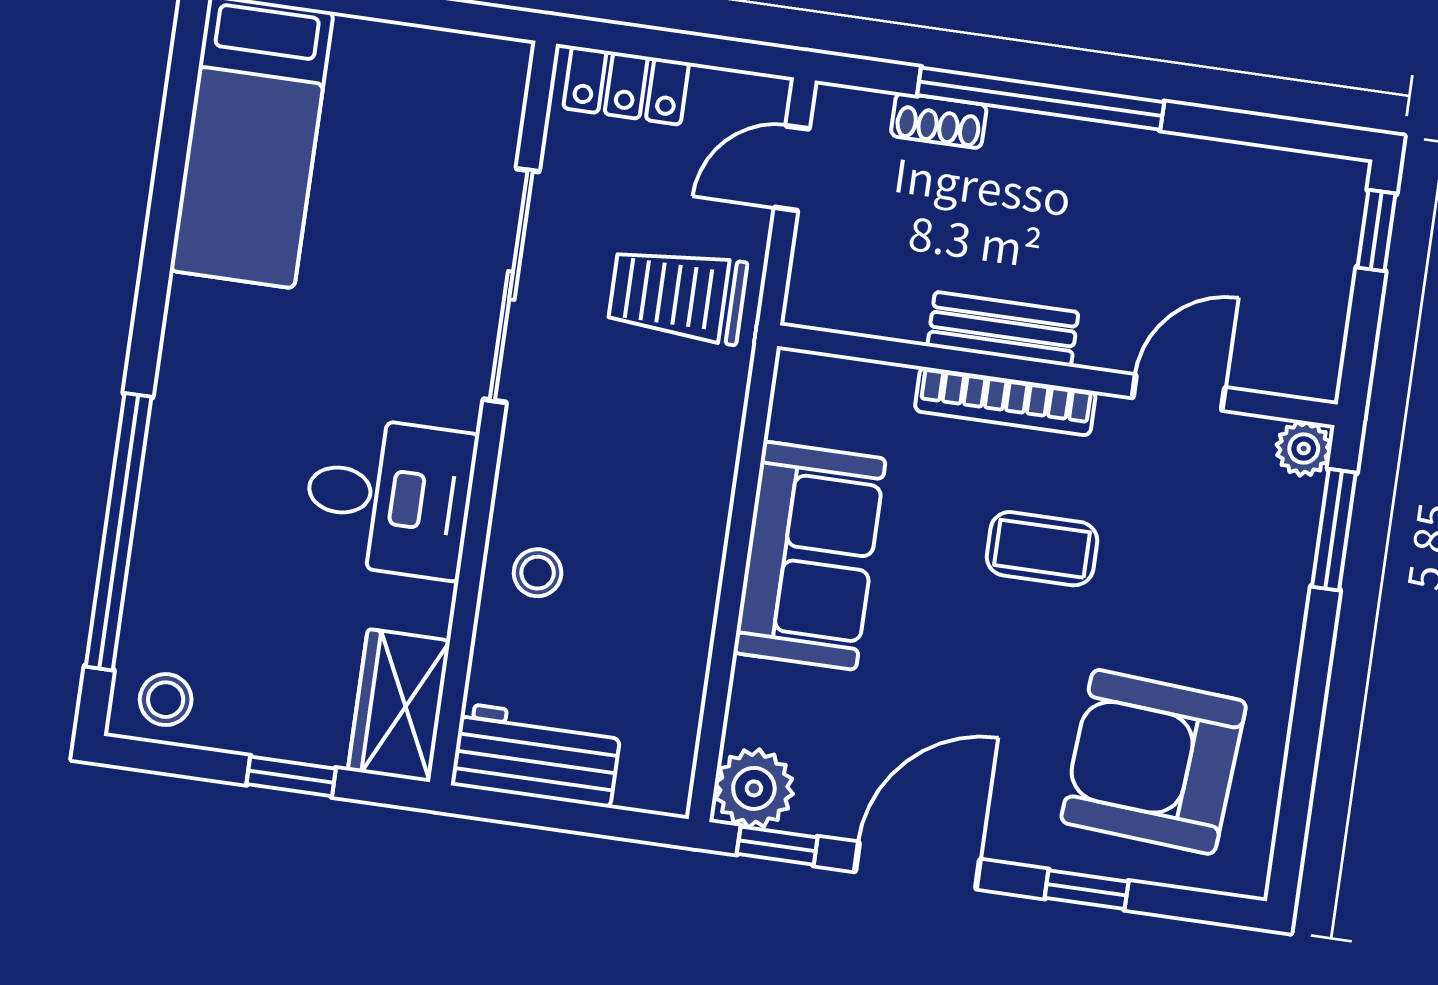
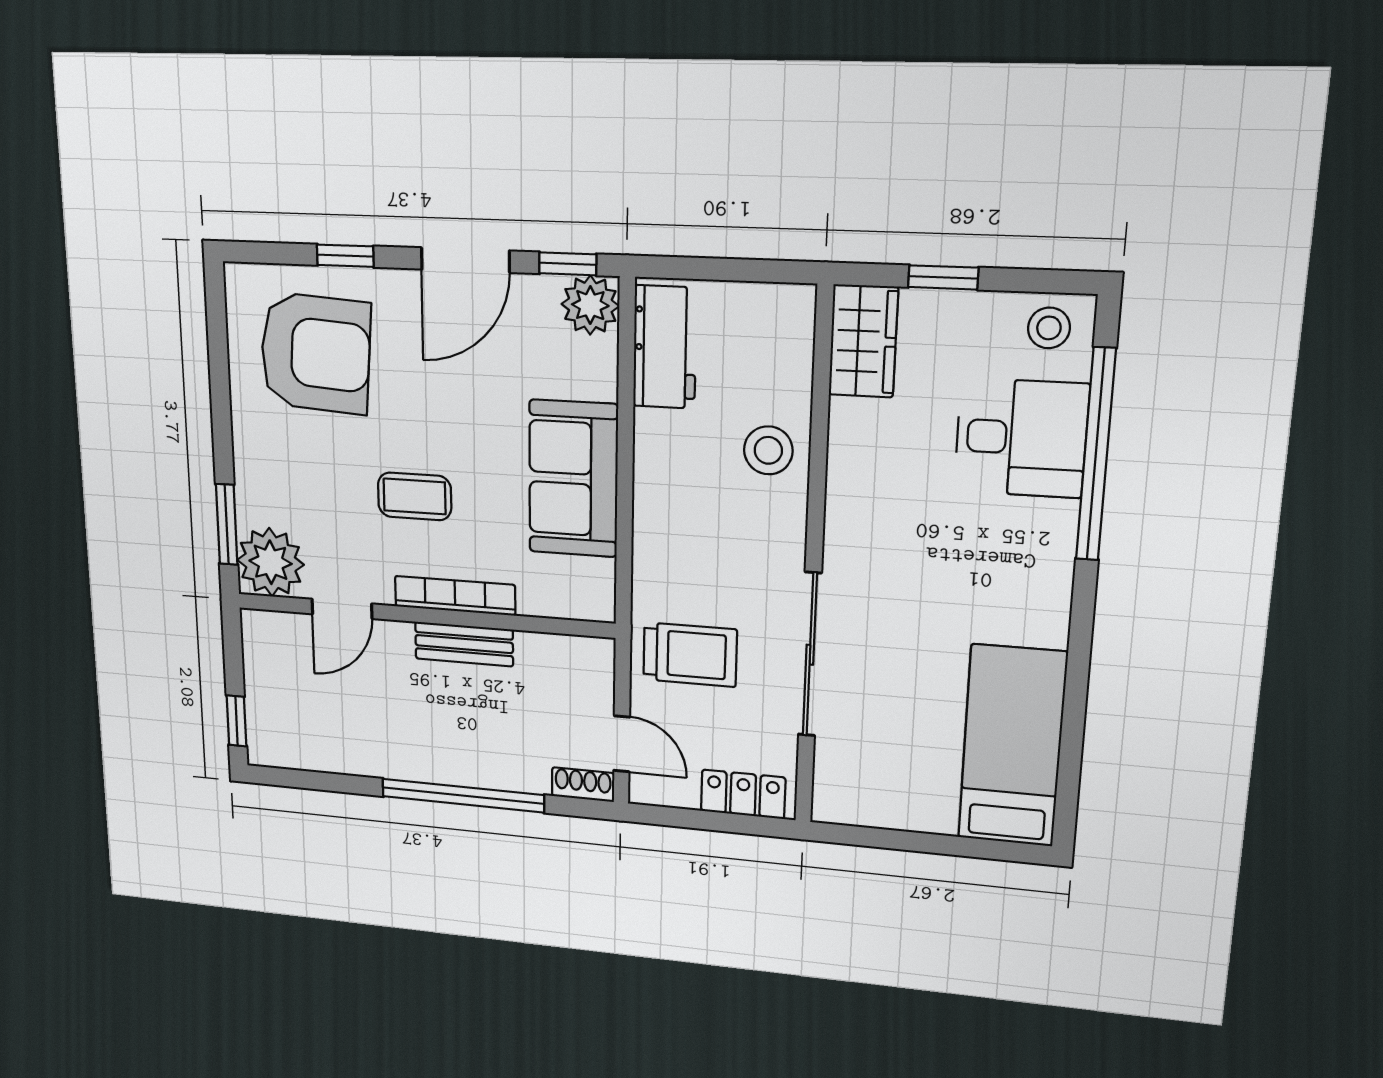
shoe rack: (939, 120) -> (583, 785), moved
door: (792, 168) -> (622, 744), hinge flipped
plant: (1304, 449) -> (271, 562), width x1.88, depth x1.88
desk: (389, 497) -> (1021, 438), moved, turned 180
stool: (538, 573) -> (768, 450), width x1.37, depth x1.37
workbench: (536, 755) -> (665, 347), moved, turned -90

